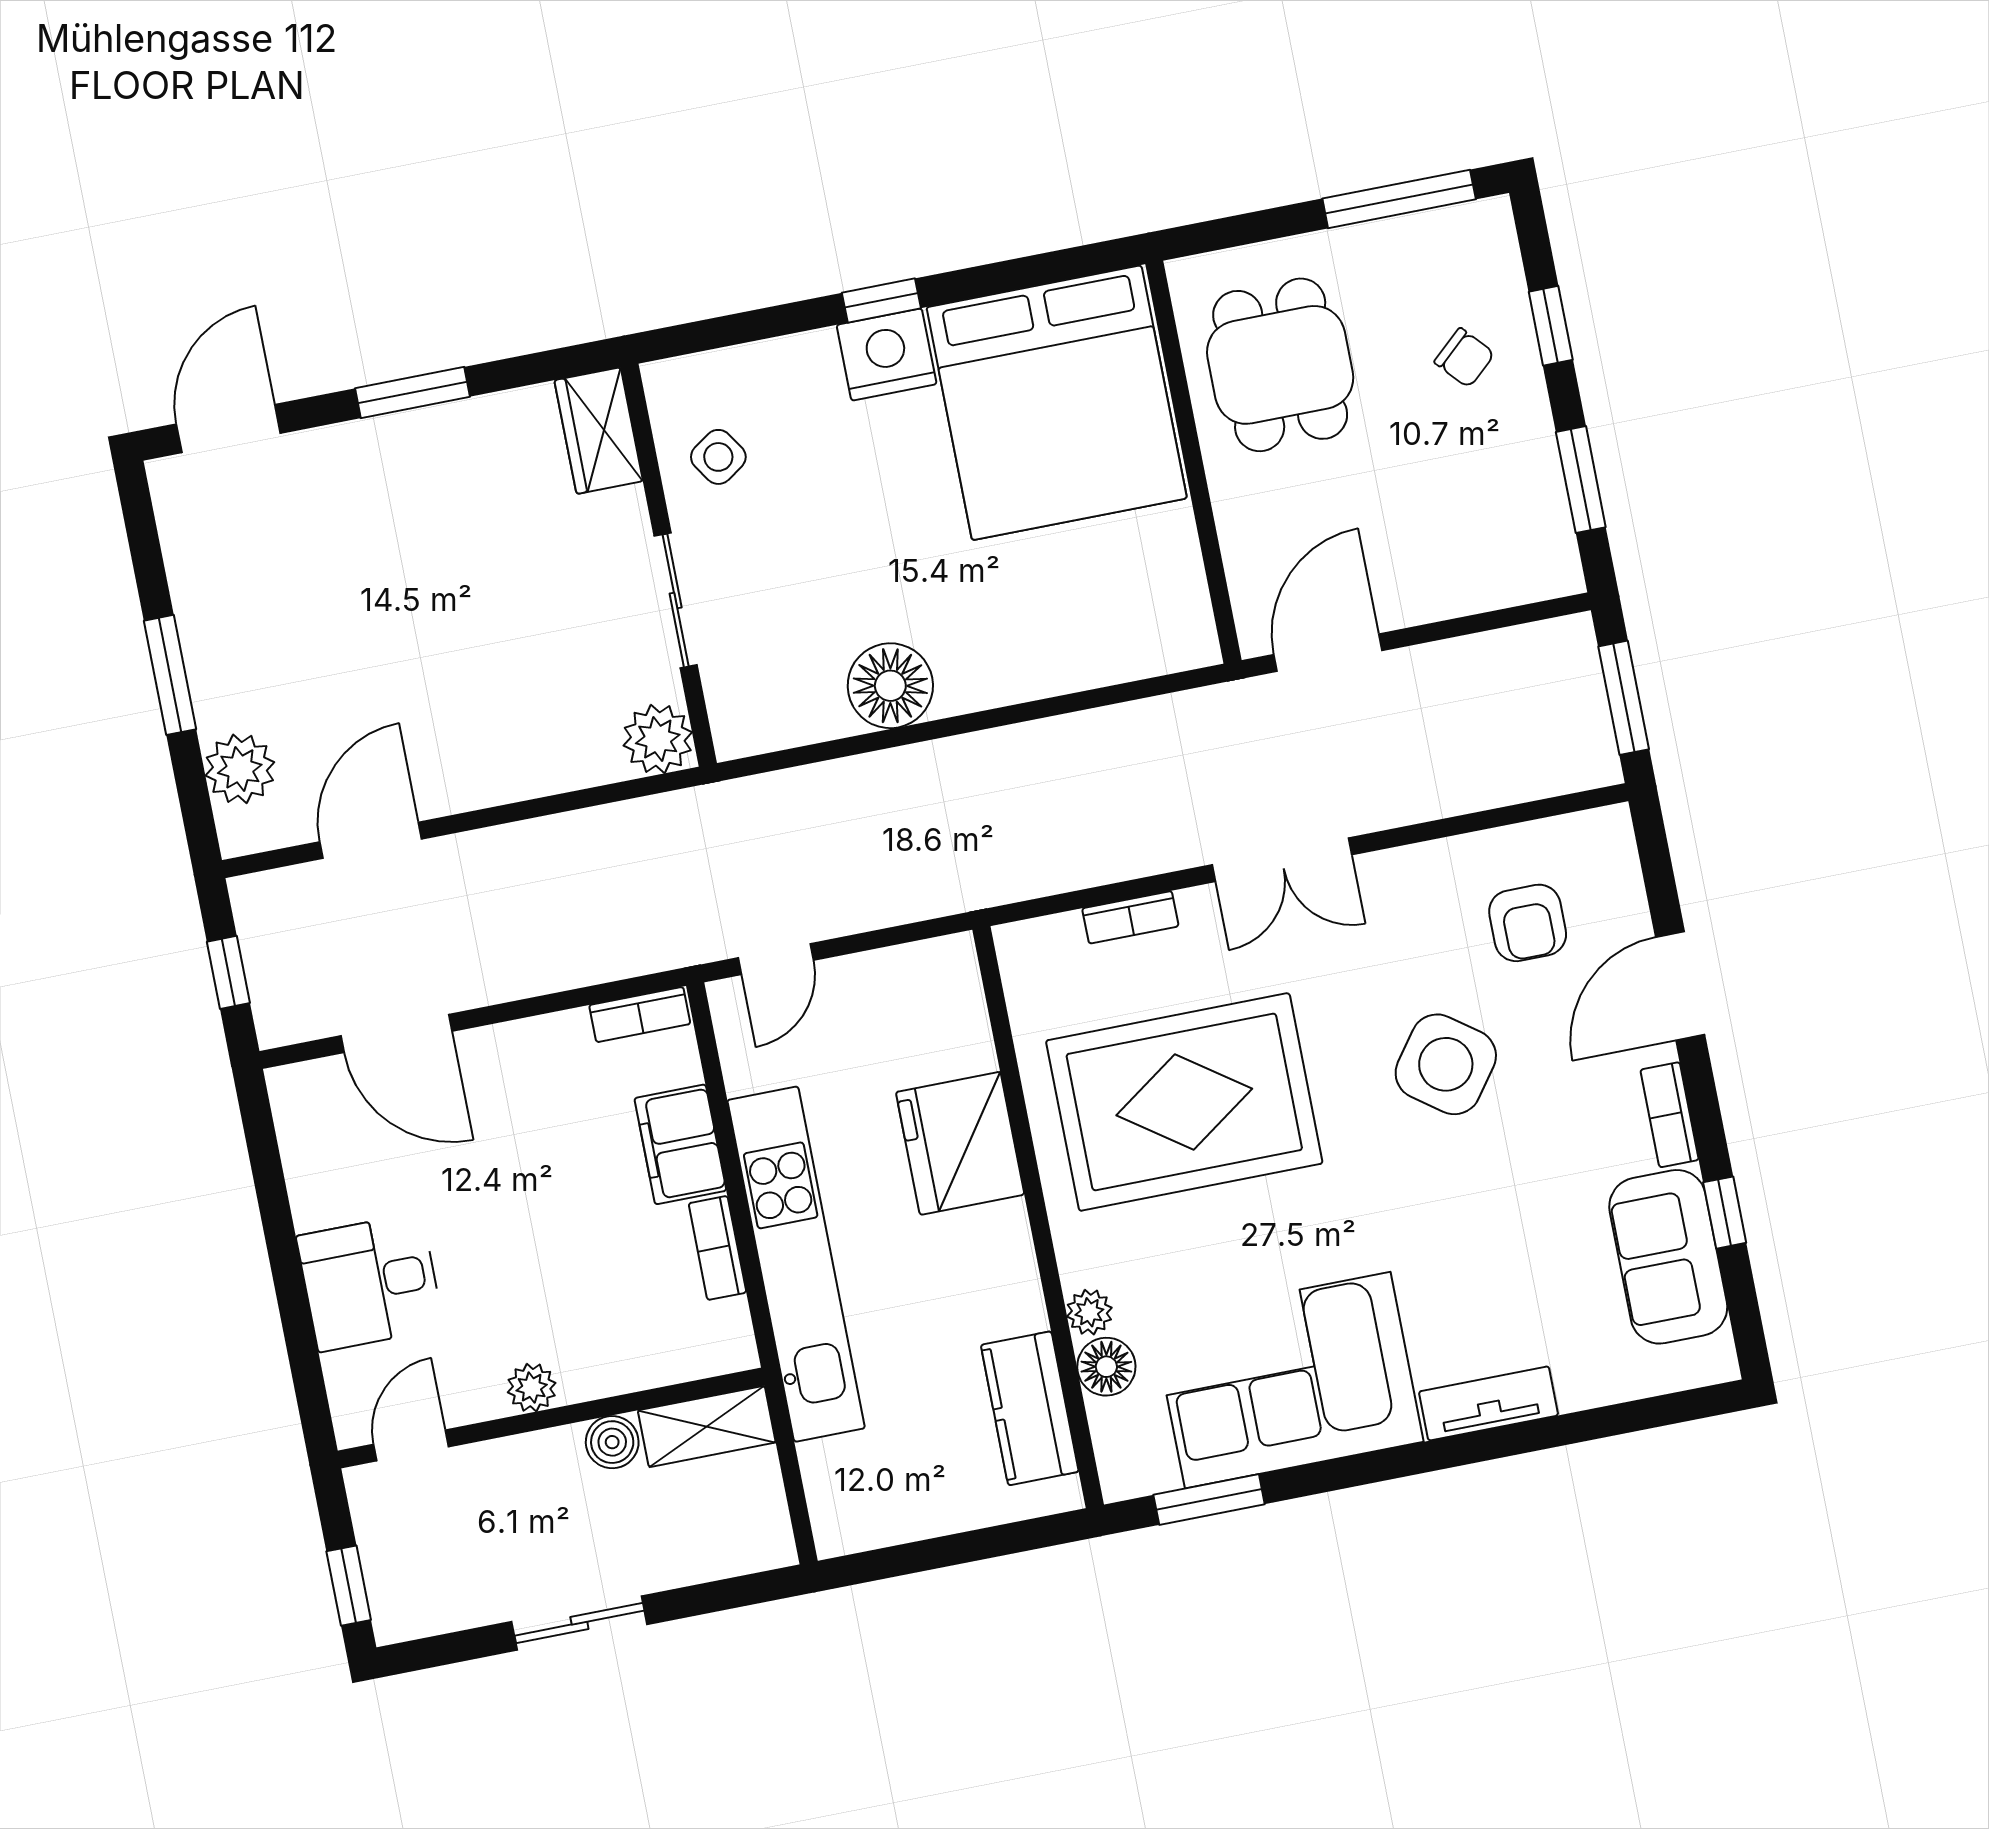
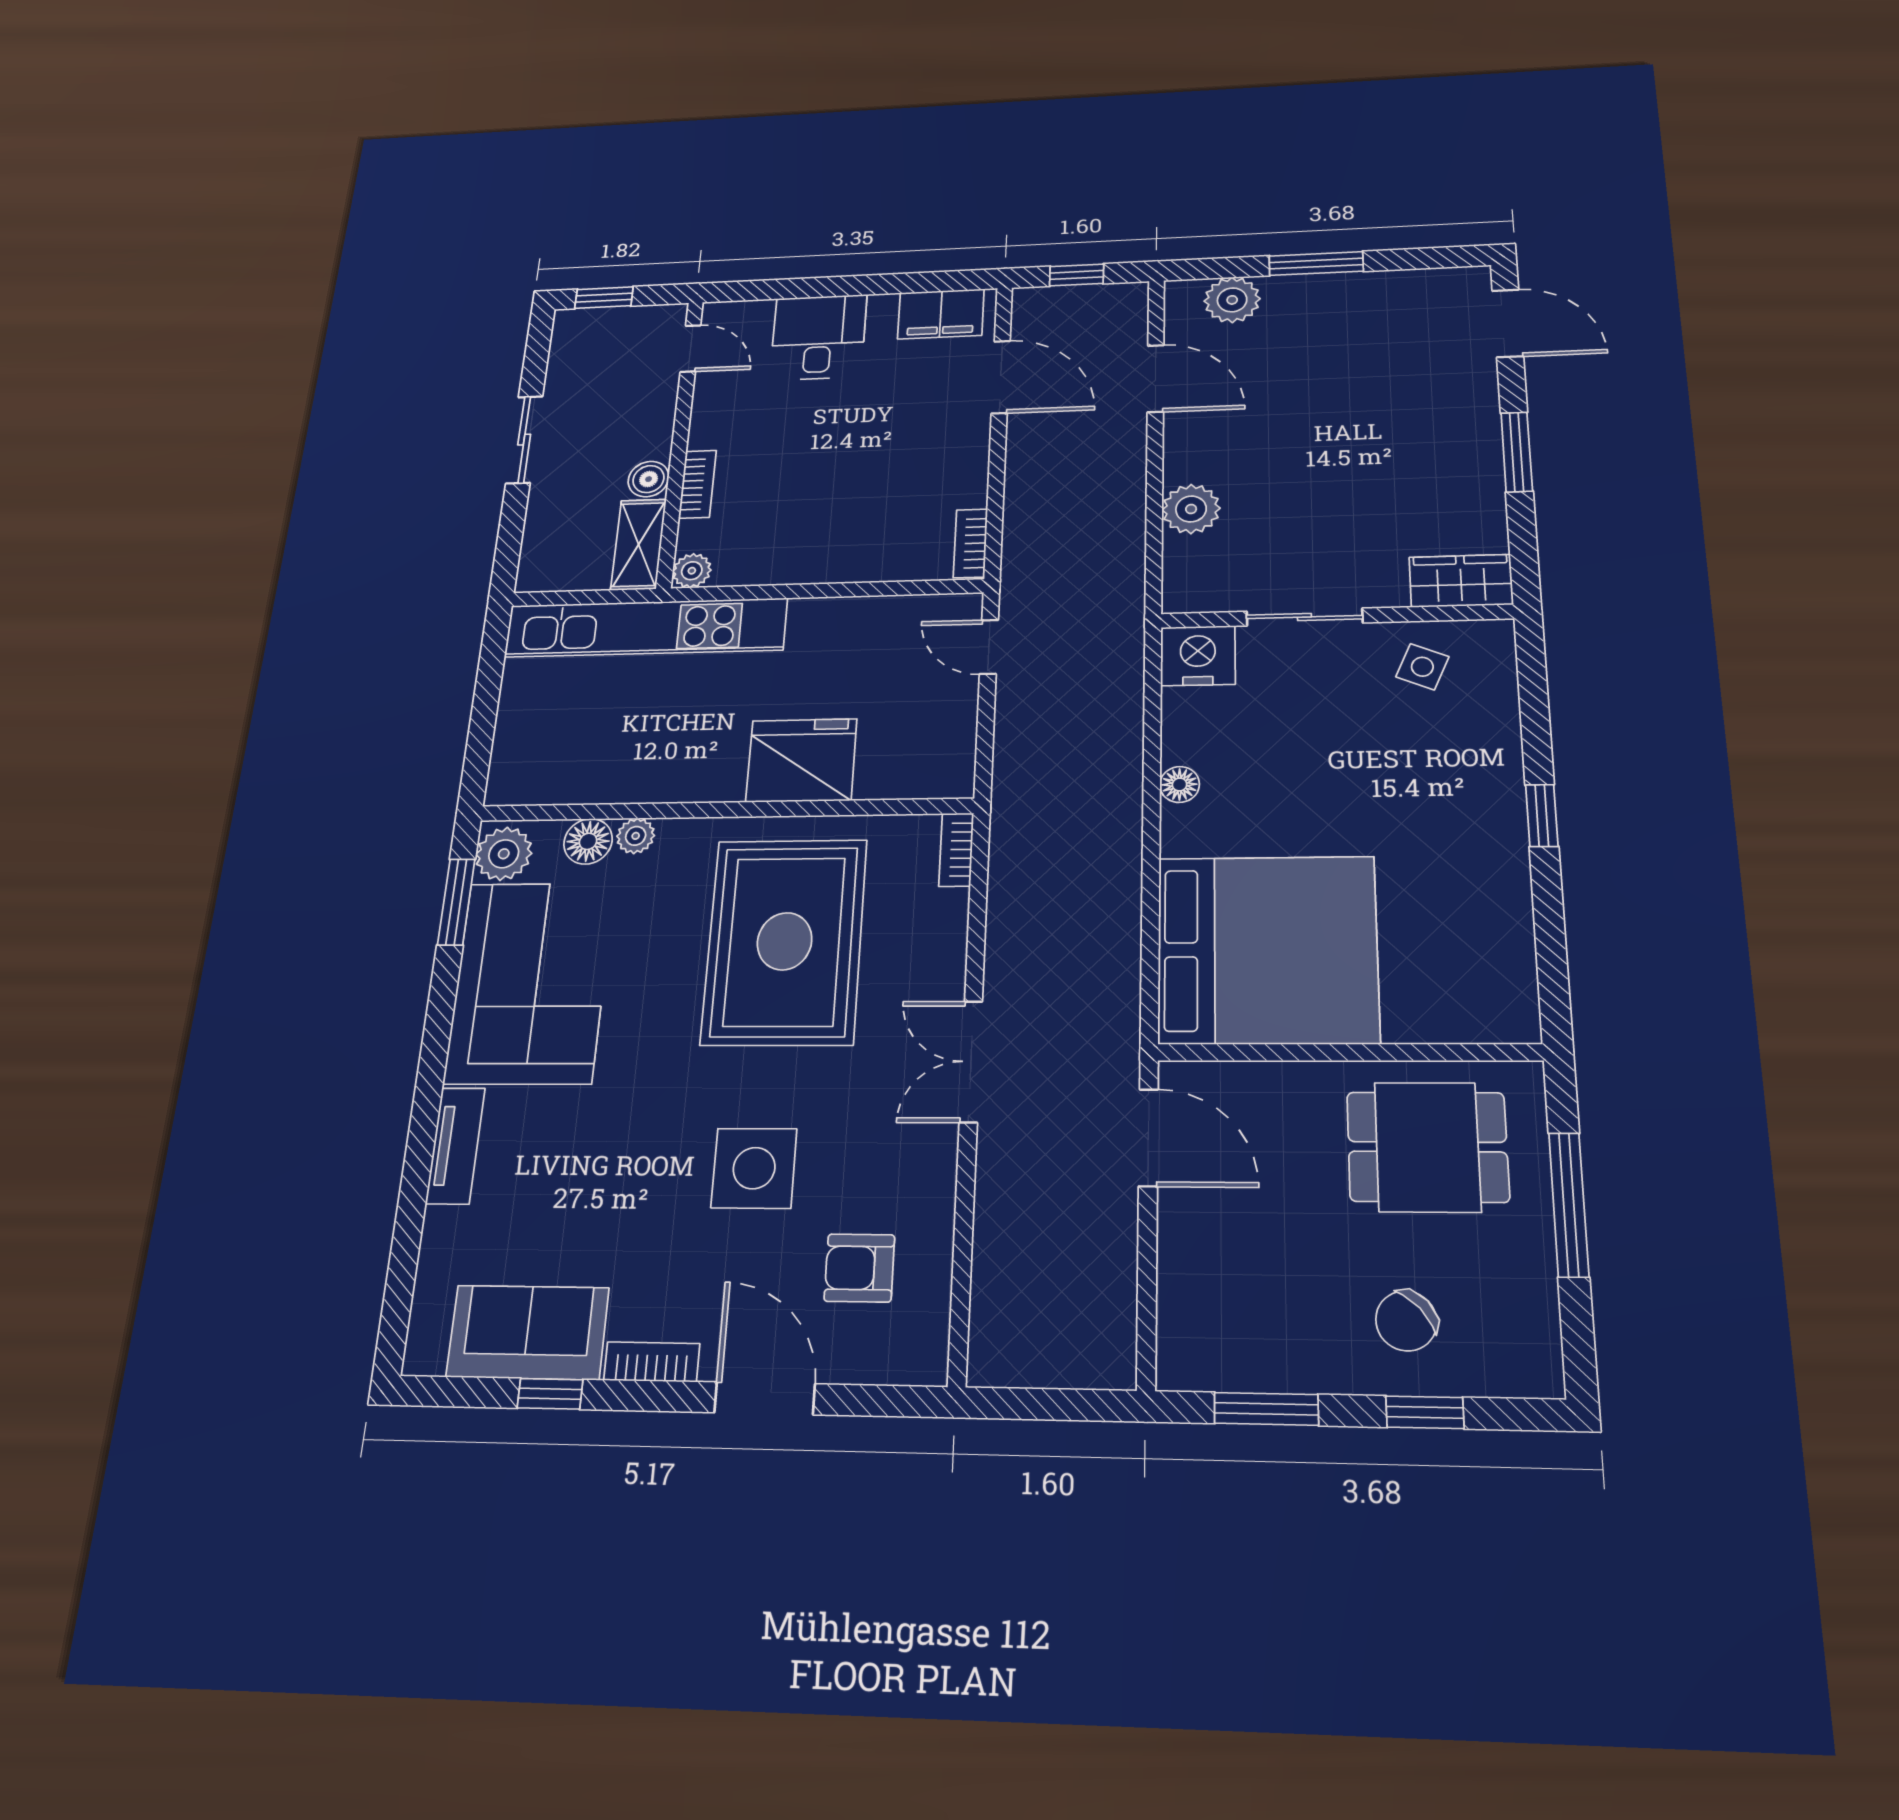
window: (1399, 199) -> (1569, 1204), moved
nightstand: (887, 355) -> (1198, 656), moved, turned -90
chair: (1464, 358) -> (1406, 1321), width x1.37, depth x1.37
bed: (1057, 403) -> (1267, 949), moved, turned 180
side table: (718, 457) -> (1422, 667), turned -33
floor lamp: (890, 686) -> (1180, 784), width x0.53, depth x0.53
window: (1624, 698) -> (1046, 1404), removed
plant: (658, 739) -> (1191, 509), moved
bookcase: (1130, 917) -> (956, 850), moved
door: (396, 1033) -> (1001, 377), swing flipped
side table: (1446, 1064) -> (754, 1168), turned -36
filing cabinet: (680, 1144) -> (941, 314), moved, turned 180
bookcase: (717, 1248) -> (697, 484), moved, turned 90
kitchen unit: (796, 1264) -> (645, 628), moved
plant: (532, 1388) -> (692, 571), moved
kitchen counter: (1030, 1408) -> (575, 778), removed
plant: (1140, 1463) -> (504, 854), added

